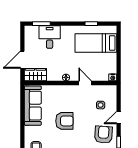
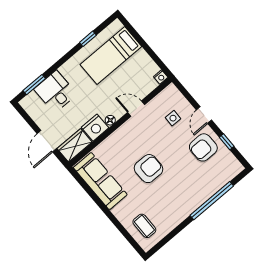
nightstand: (54, 74) -> (95, 128), added
armchair: (103, 135) -> (203, 147), turned -94

